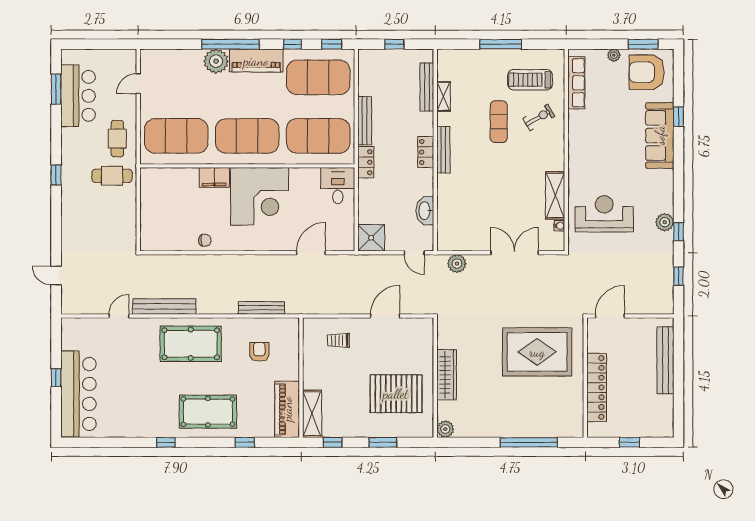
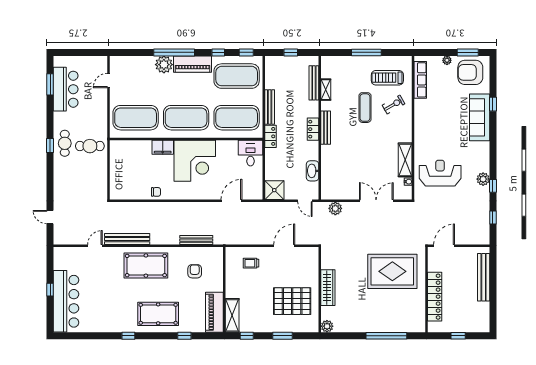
cafe table: (117, 139) -> (65, 143), moved

